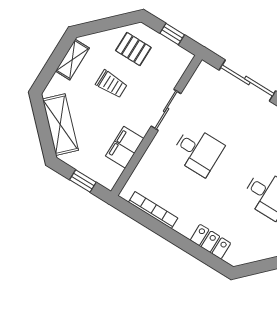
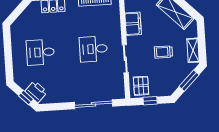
window: (105, 25) -> (189, 81), added
pallet: (133, 49) -> (141, 86), moved, turned 90

